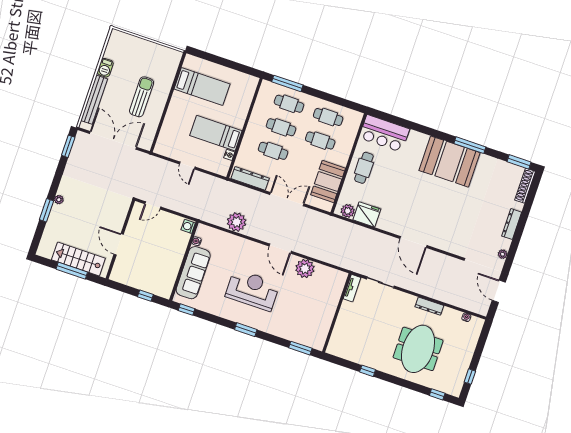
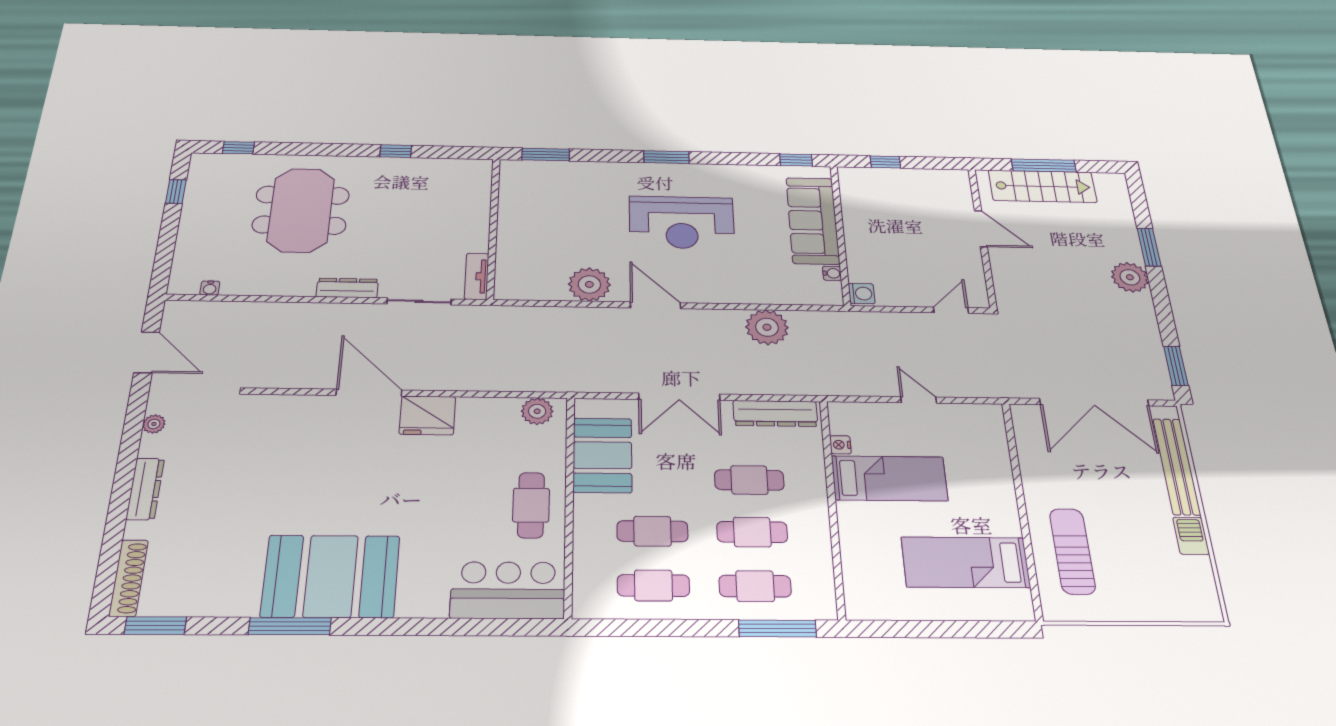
sun lounger: (142, 97) -> (1072, 551), moved, turned 180
plant: (59, 200) -> (1130, 277), width x1.88, depth x1.88
fridge: (367, 214) -> (427, 415), moved
dresser: (429, 306) -> (347, 288), moved

